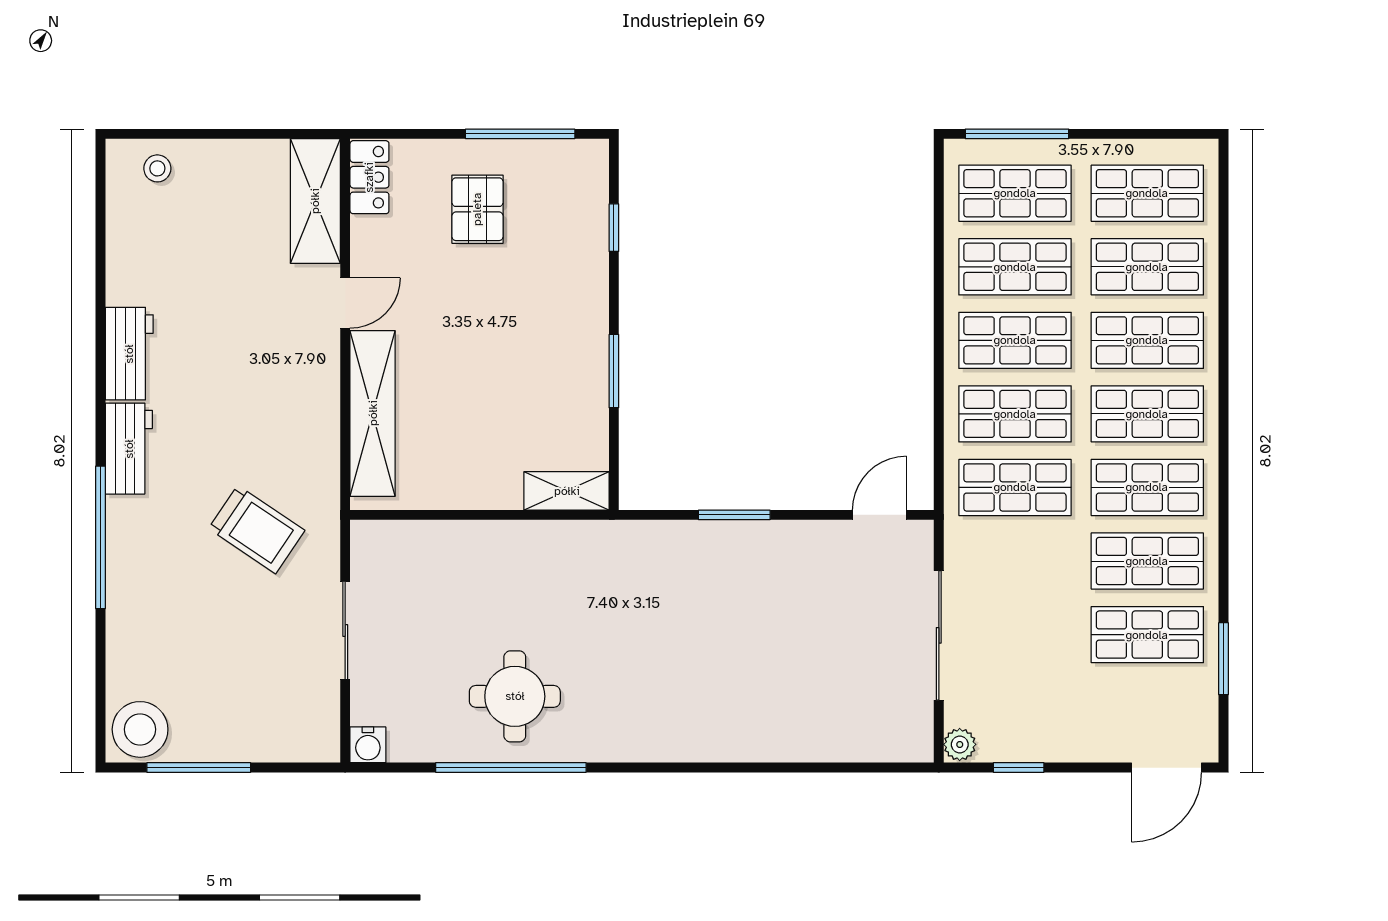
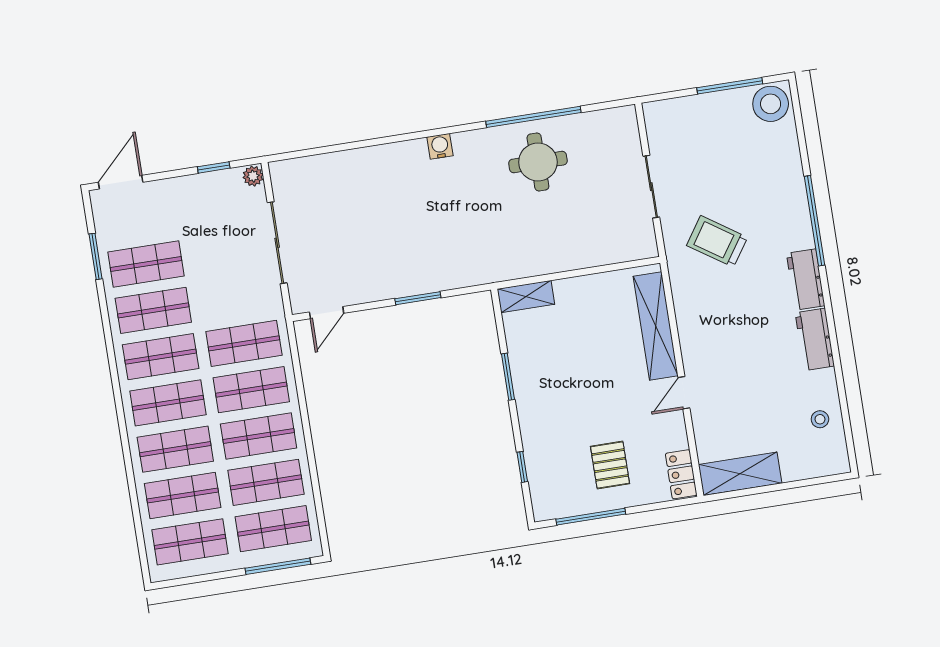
stool: (157, 168) -> (820, 419), moved
shelving: (315, 201) -> (740, 474), moved, turned 90
water cooler: (368, 745) -> (440, 146), moved

